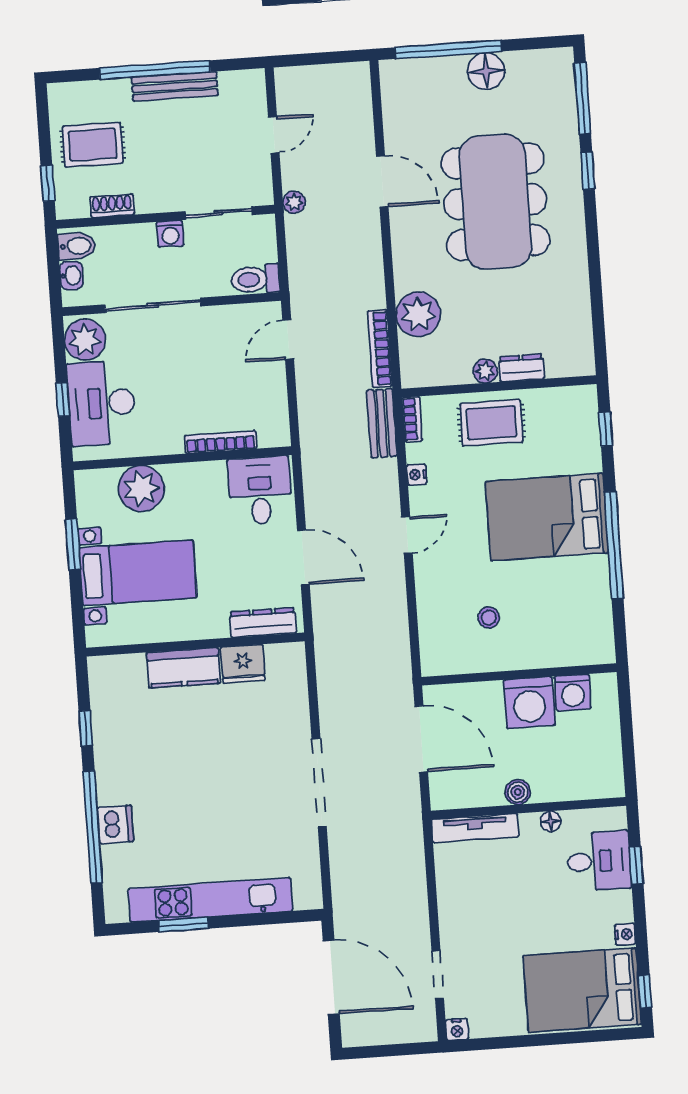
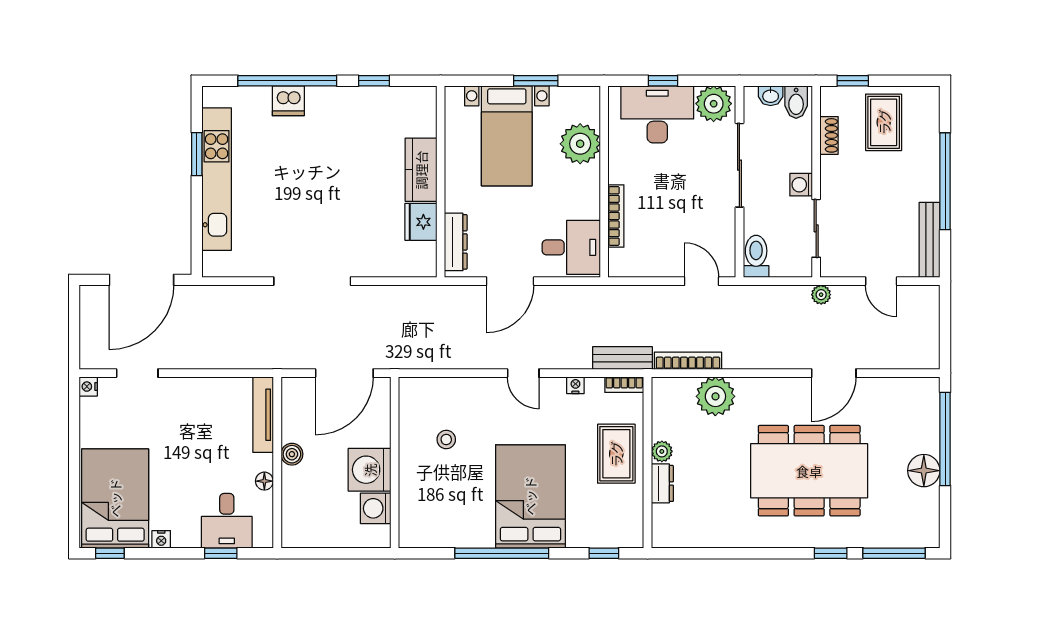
bench: (175, 86) -> (929, 240), moved

